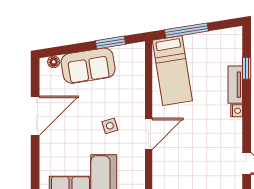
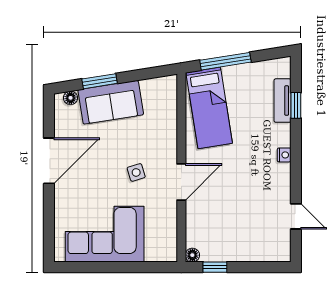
window: (110, 43) -> (100, 81), moved
tv unit: (235, 85) -> (282, 101), moved

